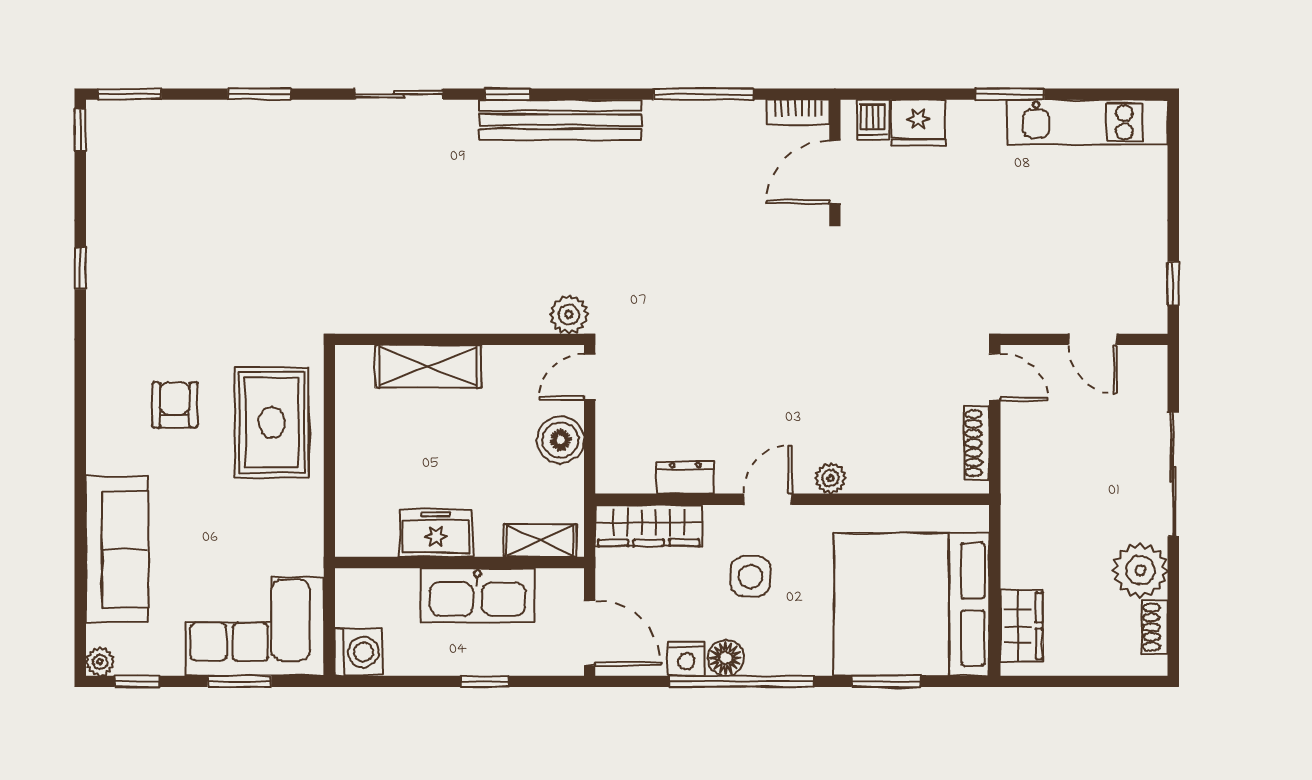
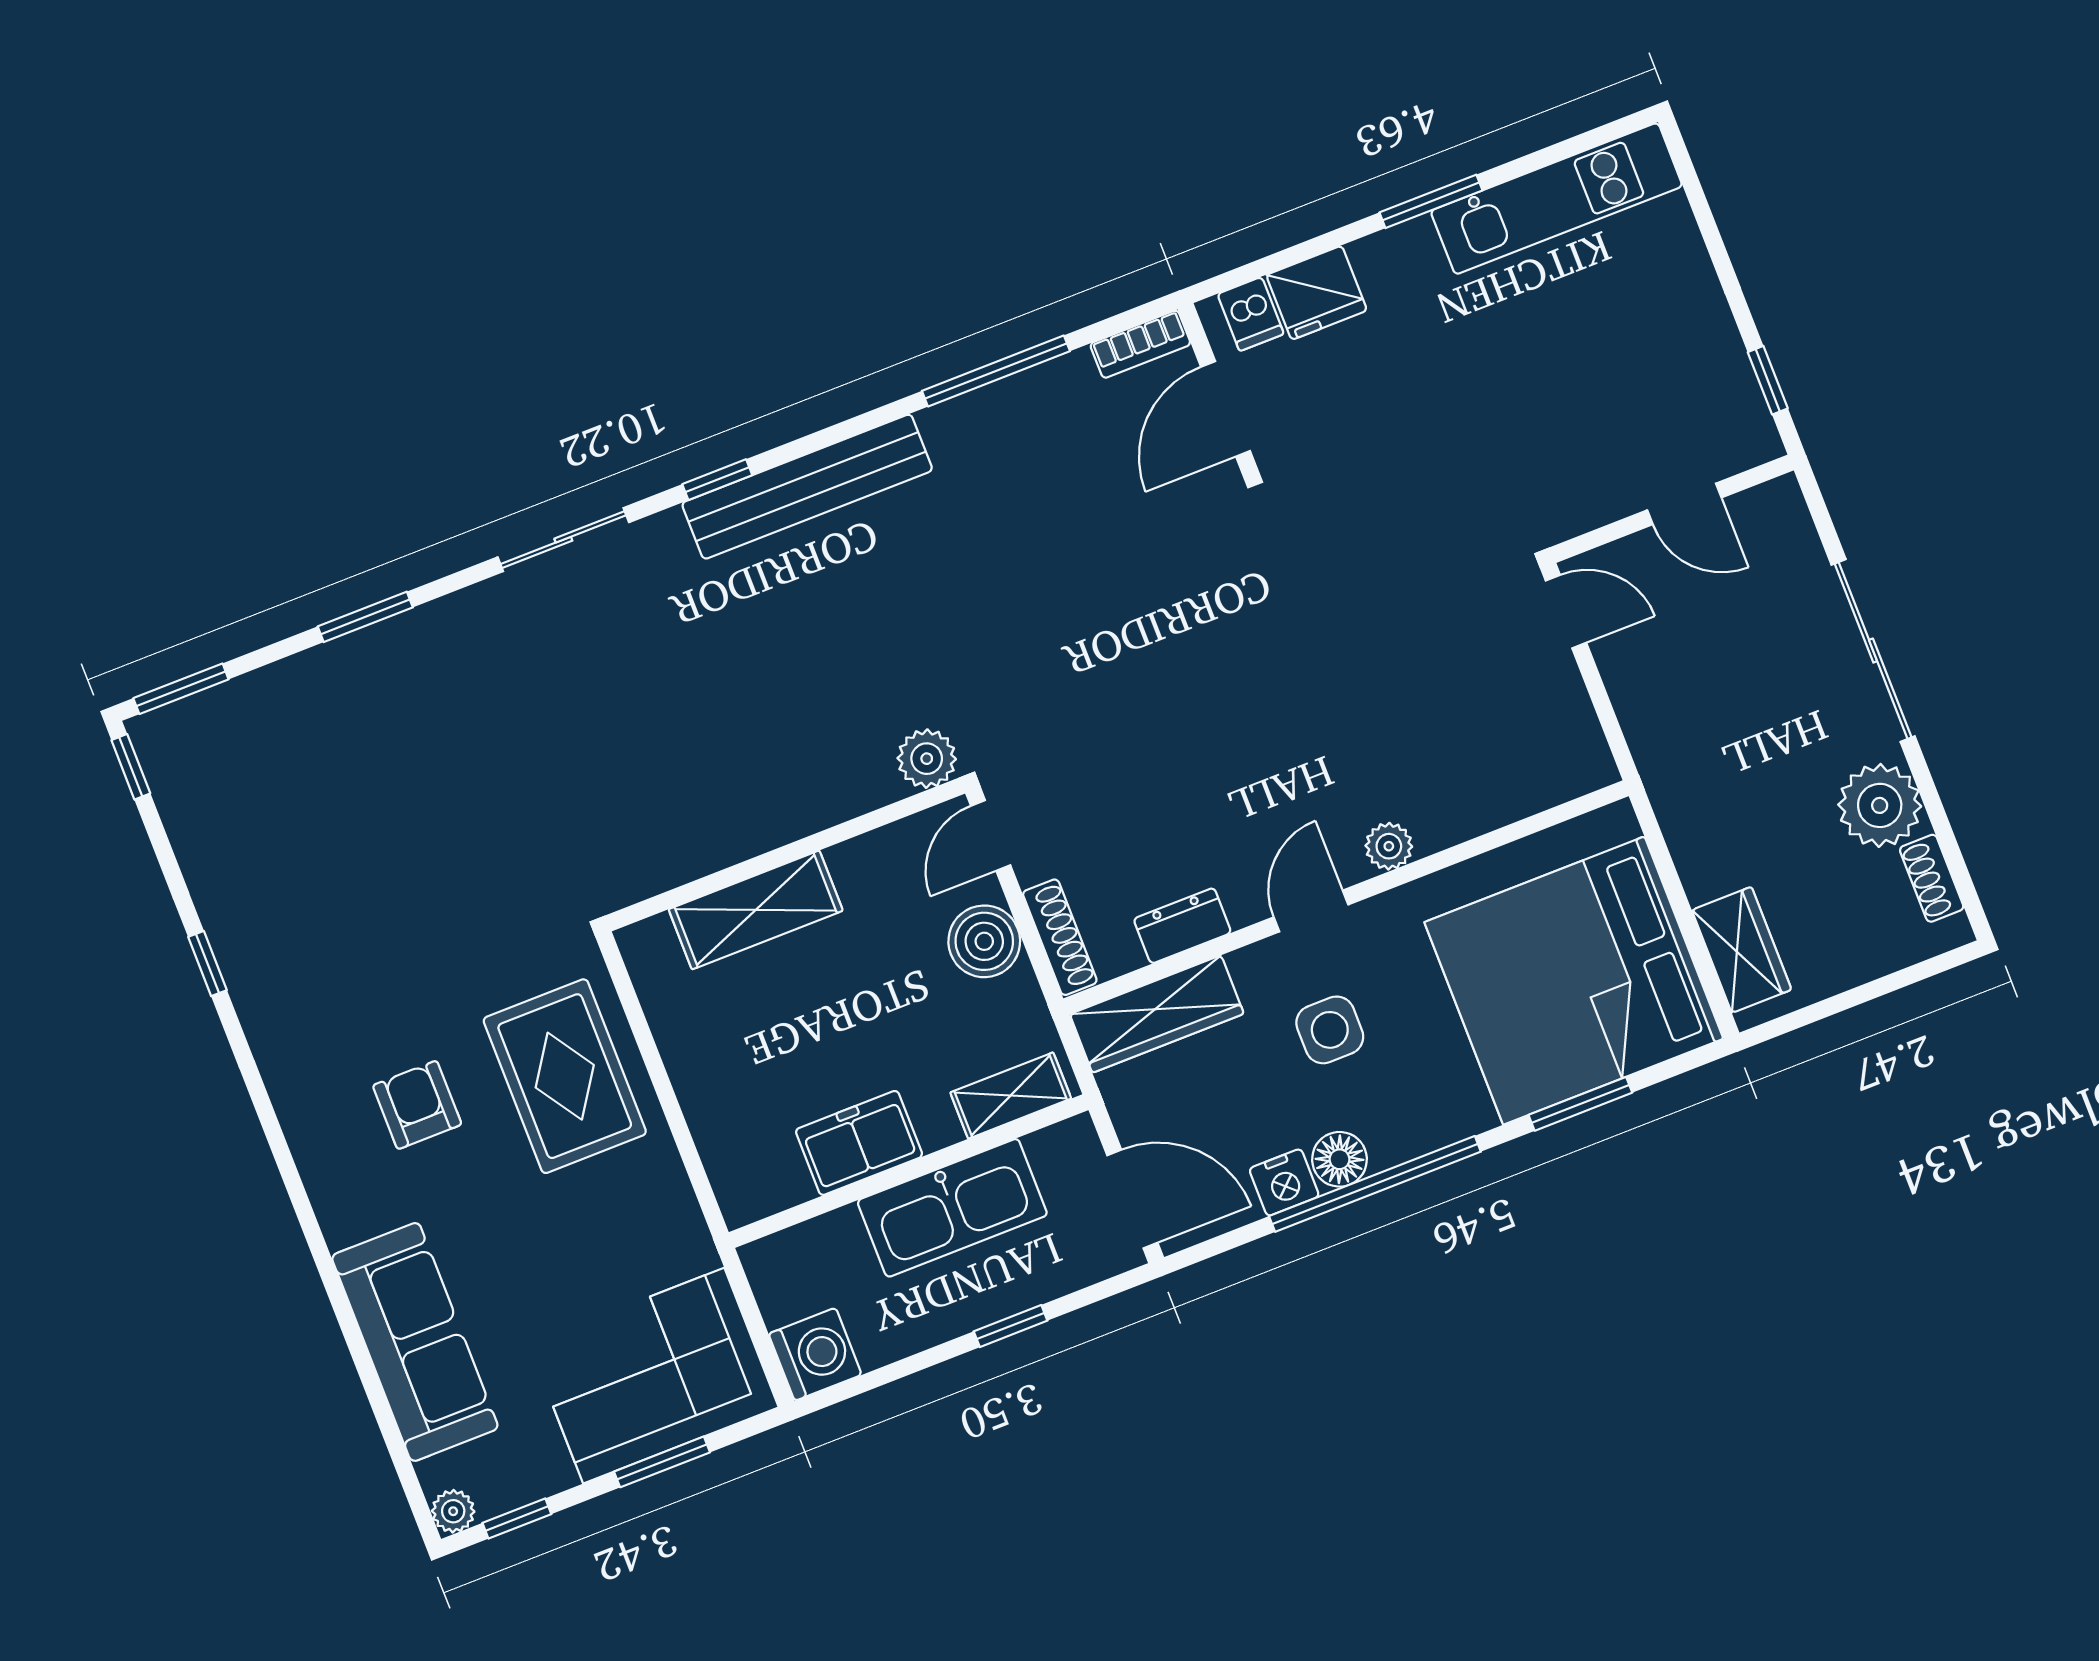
shoe rack: (977, 443) -> (1060, 937), moved, turned 180

